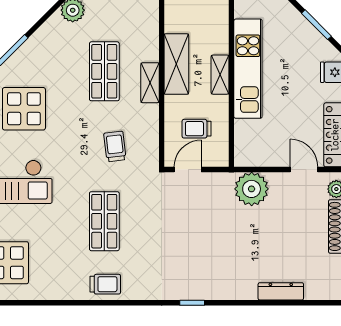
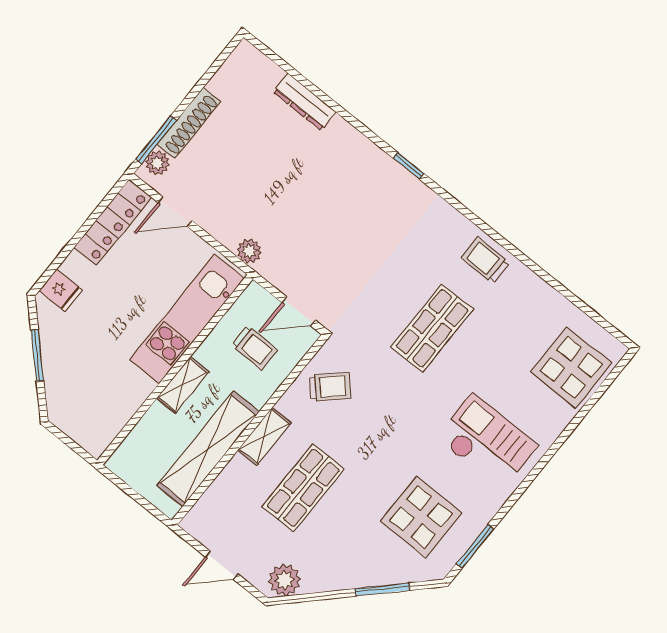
shelving: (176, 64) -> (208, 449), width x1.47
kitchen unit: (248, 69) -> (187, 319), moved
trolley: (115, 146) -> (330, 387), moved, turned -126
door: (304, 170) -> (175, 212), hinge flipped
plant: (252, 189) -> (249, 251), width x0.53, depth x0.53

